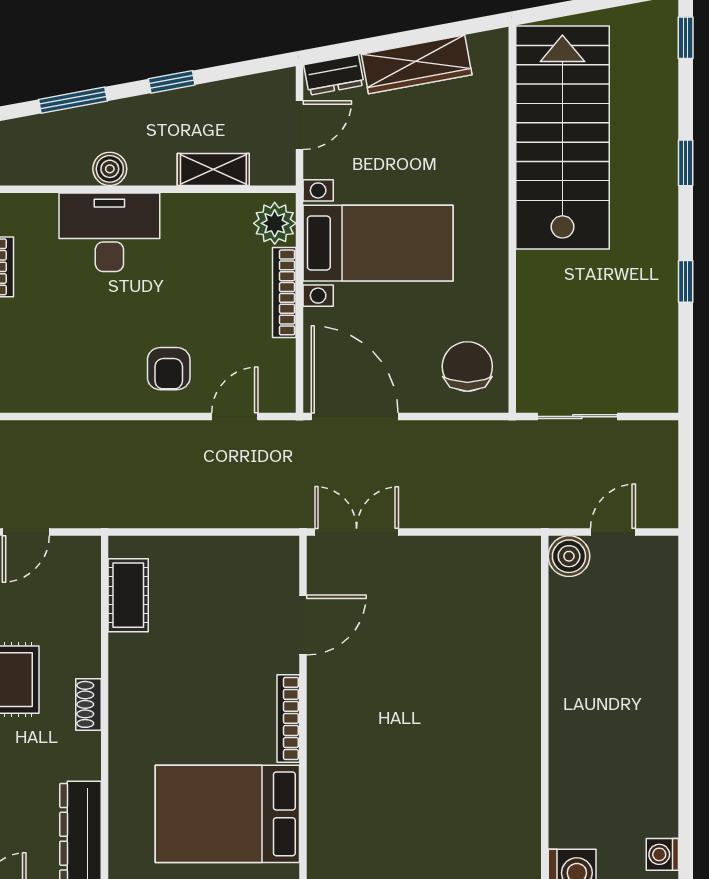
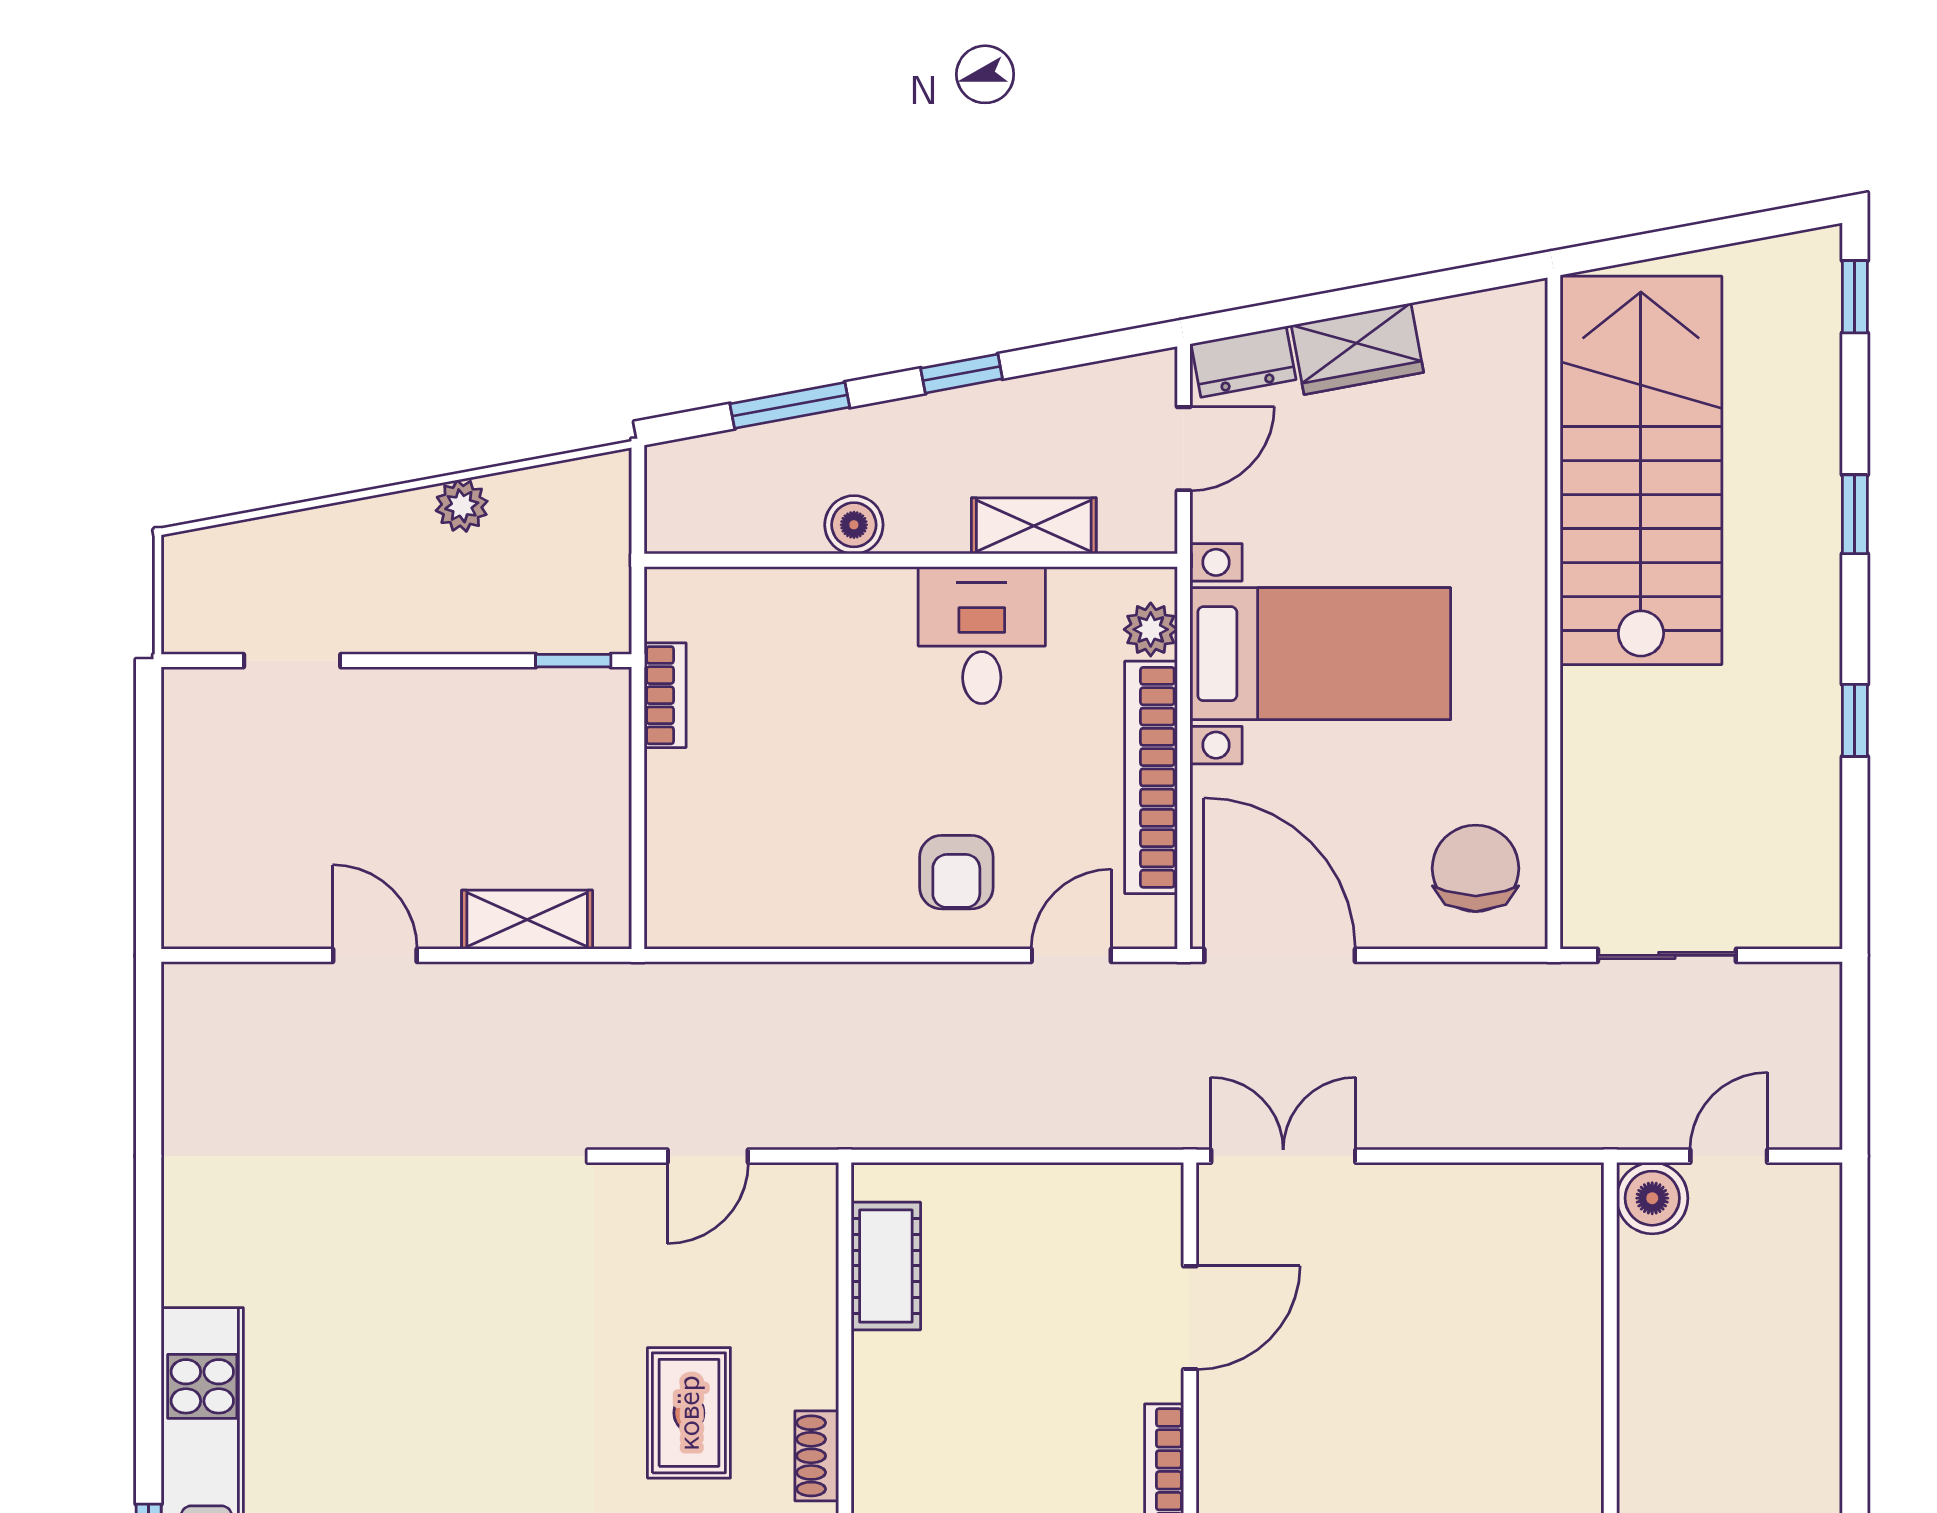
wardrobe: (417, 64) -> (1357, 349), width x0.67
plant: (275, 223) -> (1151, 629), width x0.73, depth x0.73
desk: (109, 232) -> (982, 635), moved, width x0.73
bookcase: (284, 292) -> (1151, 777), width x1.48, depth x1.31

